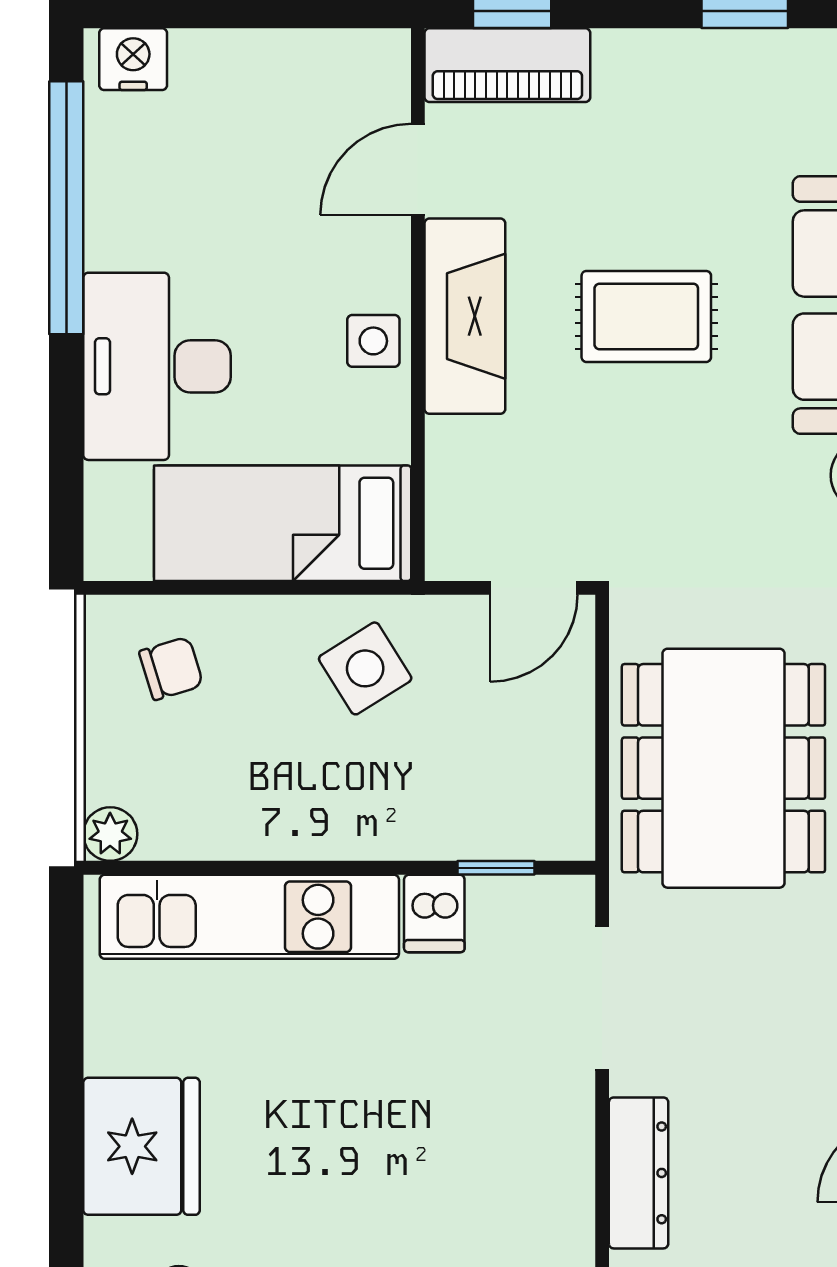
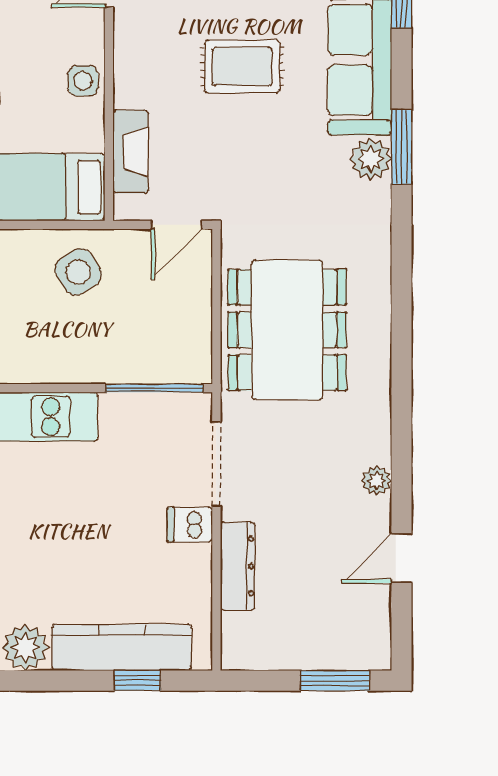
fireplace: (465, 316) -> (131, 152), moved, width x0.73, depth x0.76
window: (496, 868) -> (154, 388), width x2.17
dishwasher: (434, 913) -> (190, 525), moved, turned 90

